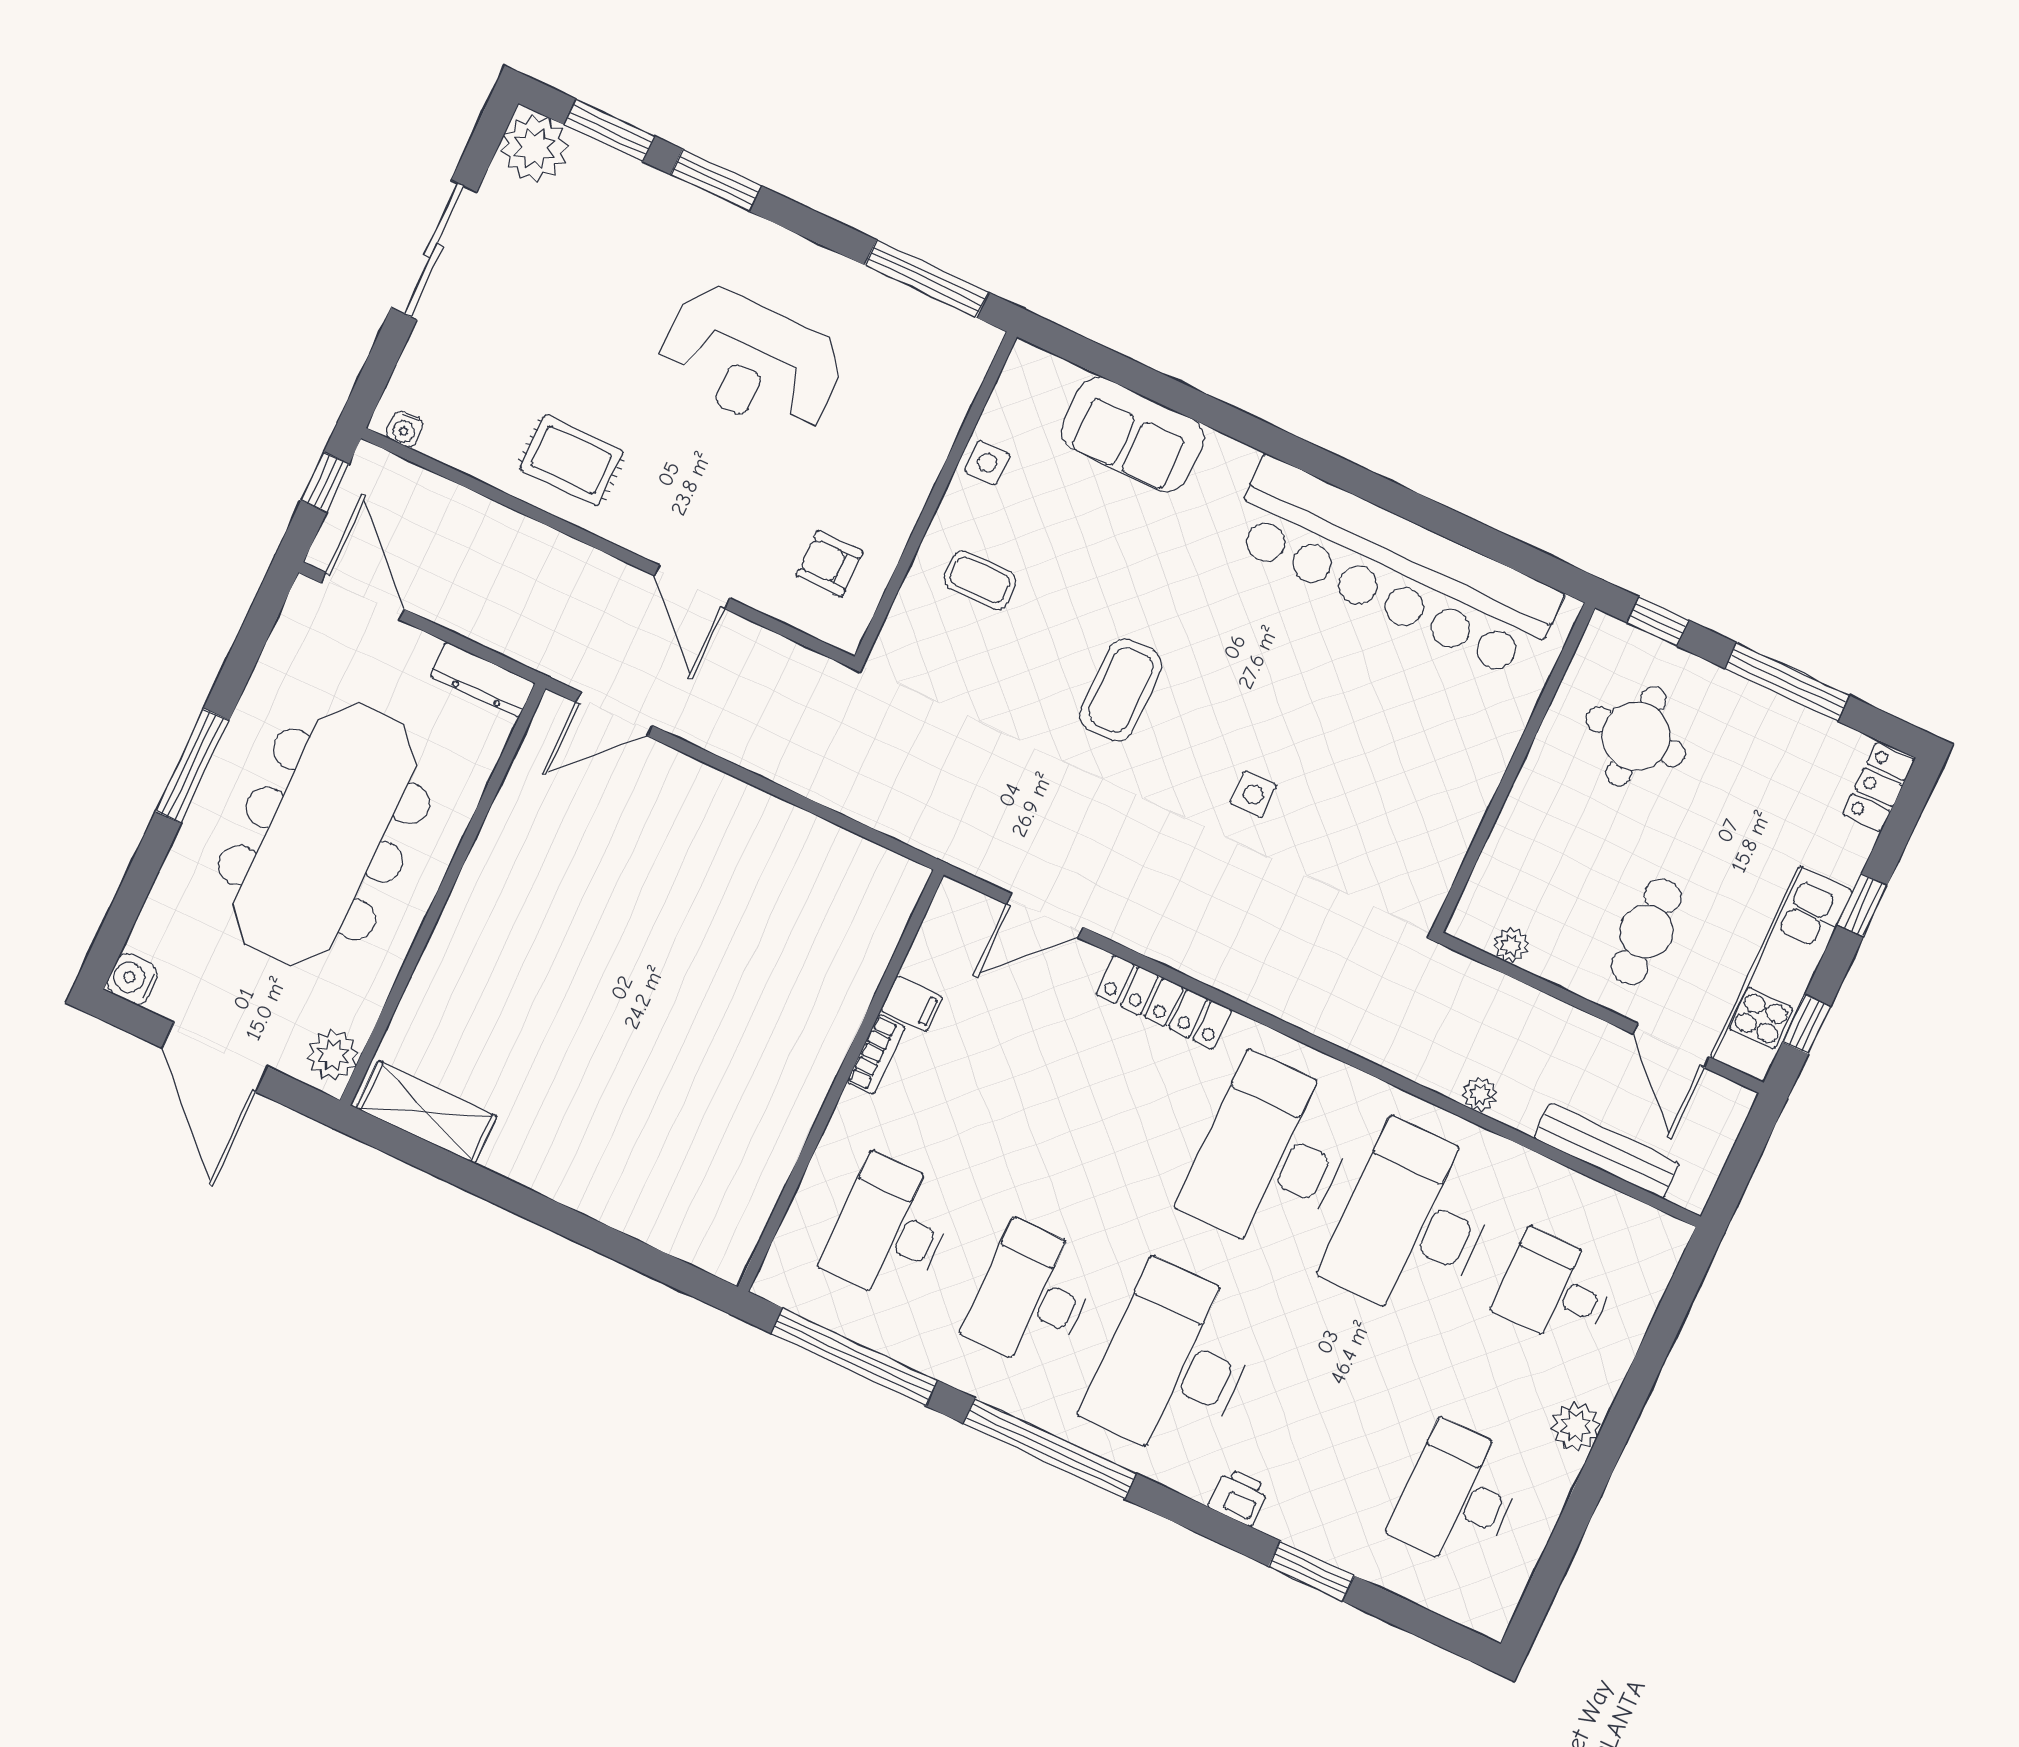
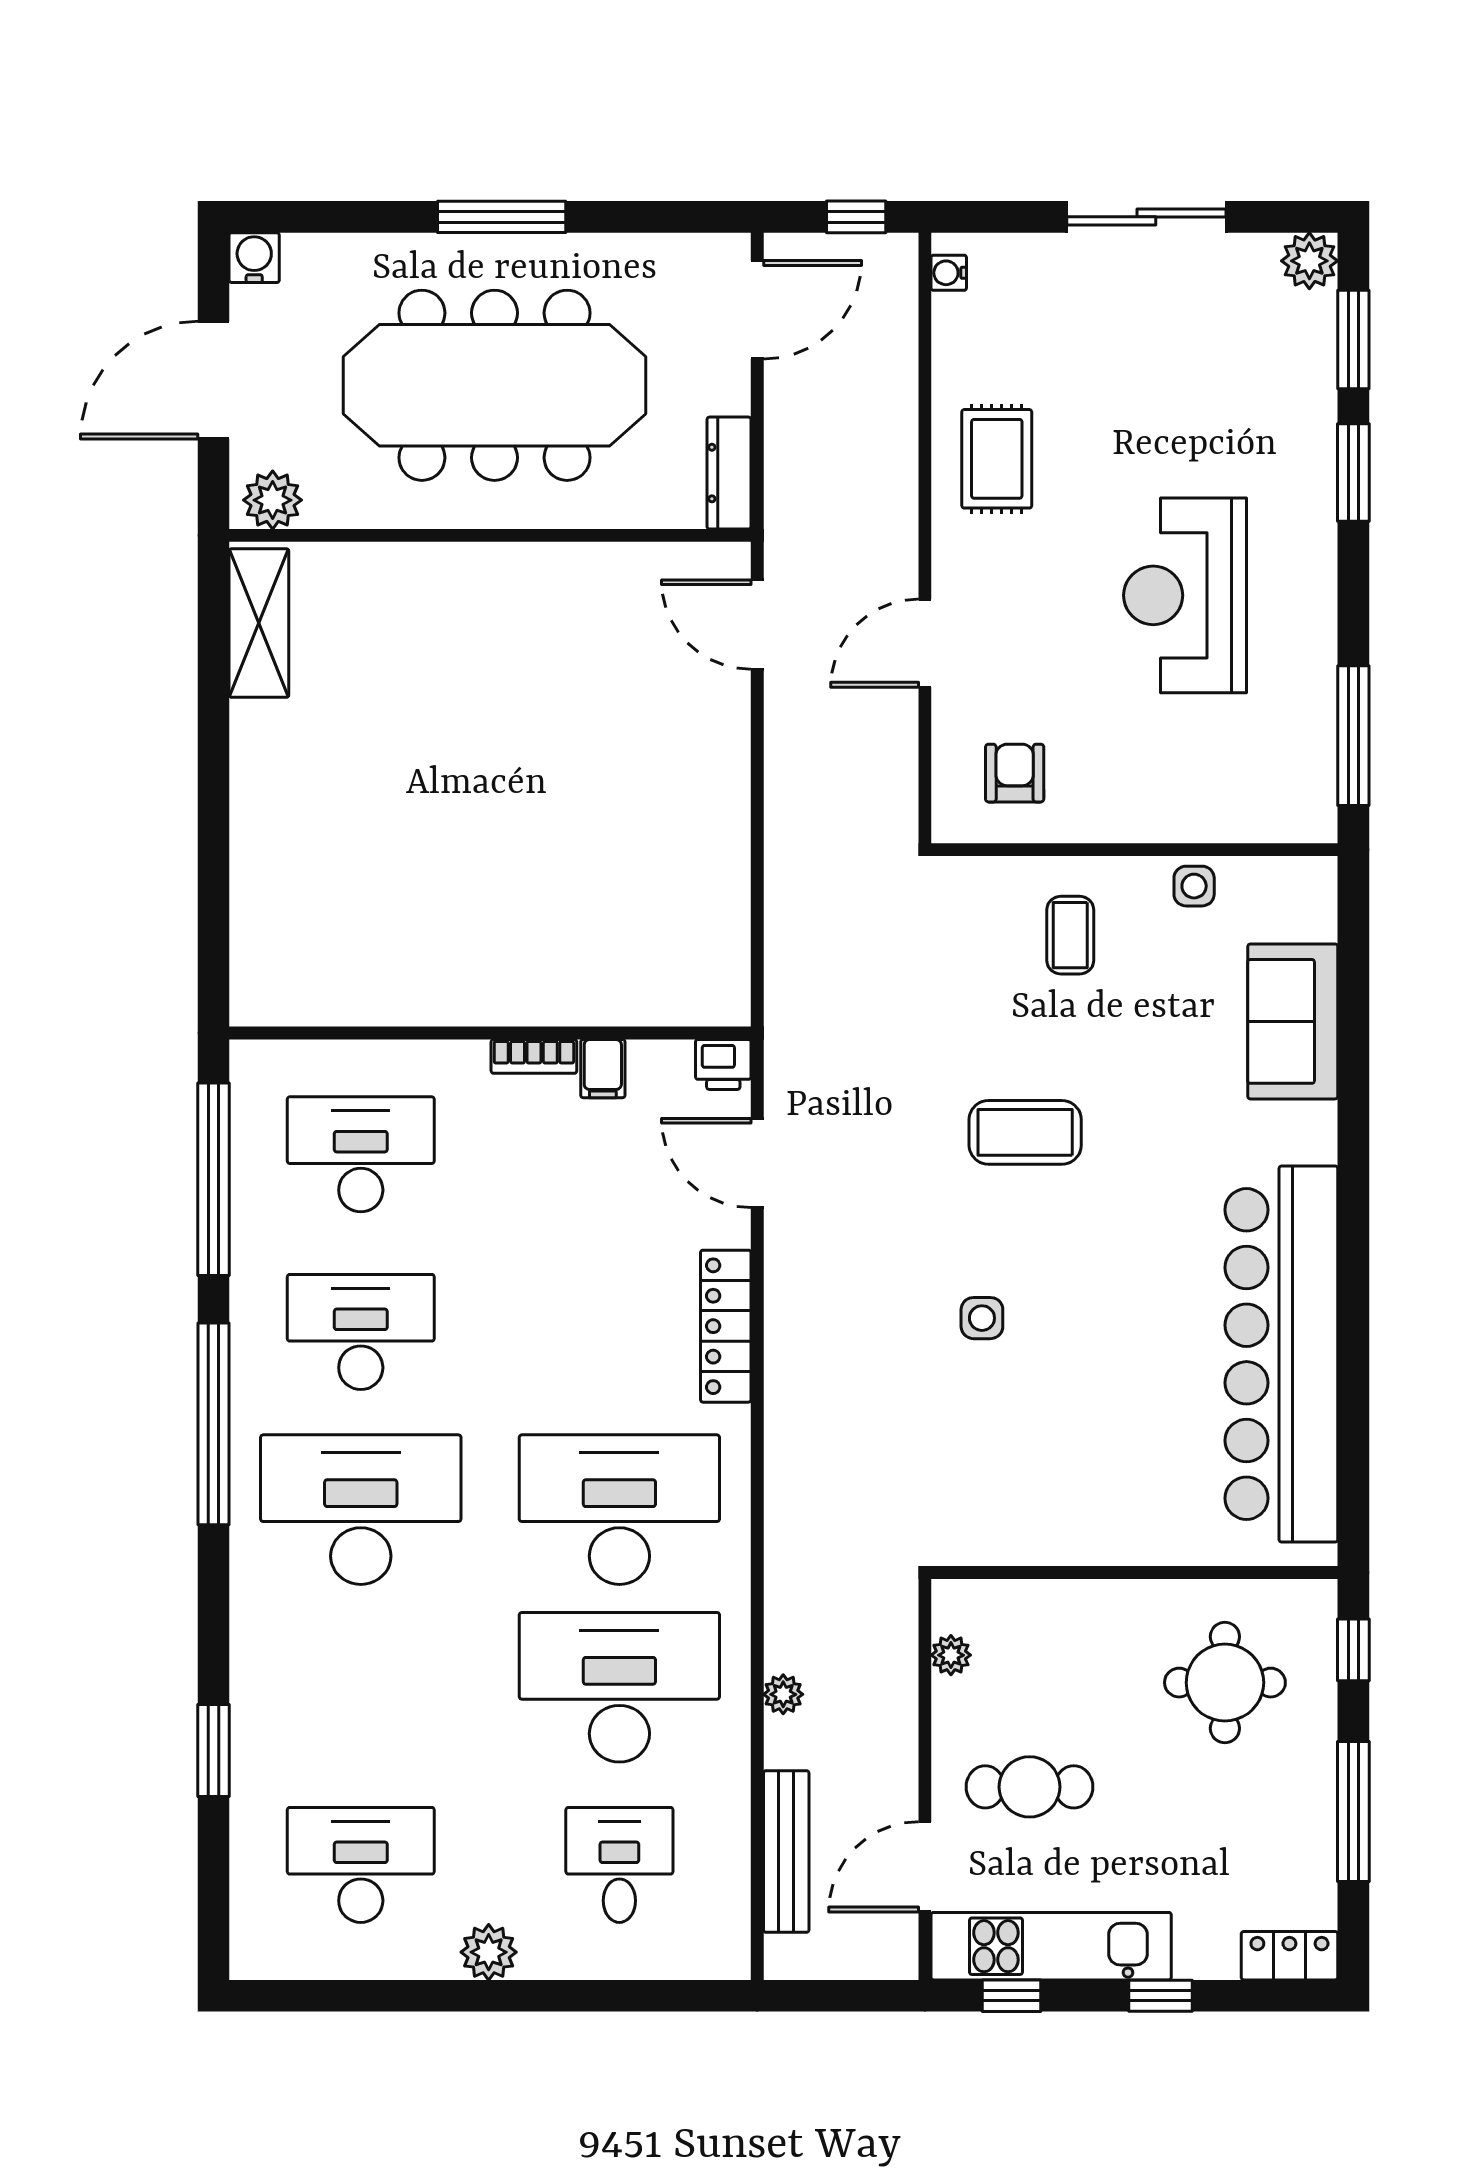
plant: (535, 148) -> (1309, 261), width x0.73, depth x0.73
printer: (1239, 1497) -> (723, 1064), moved, turned 90

